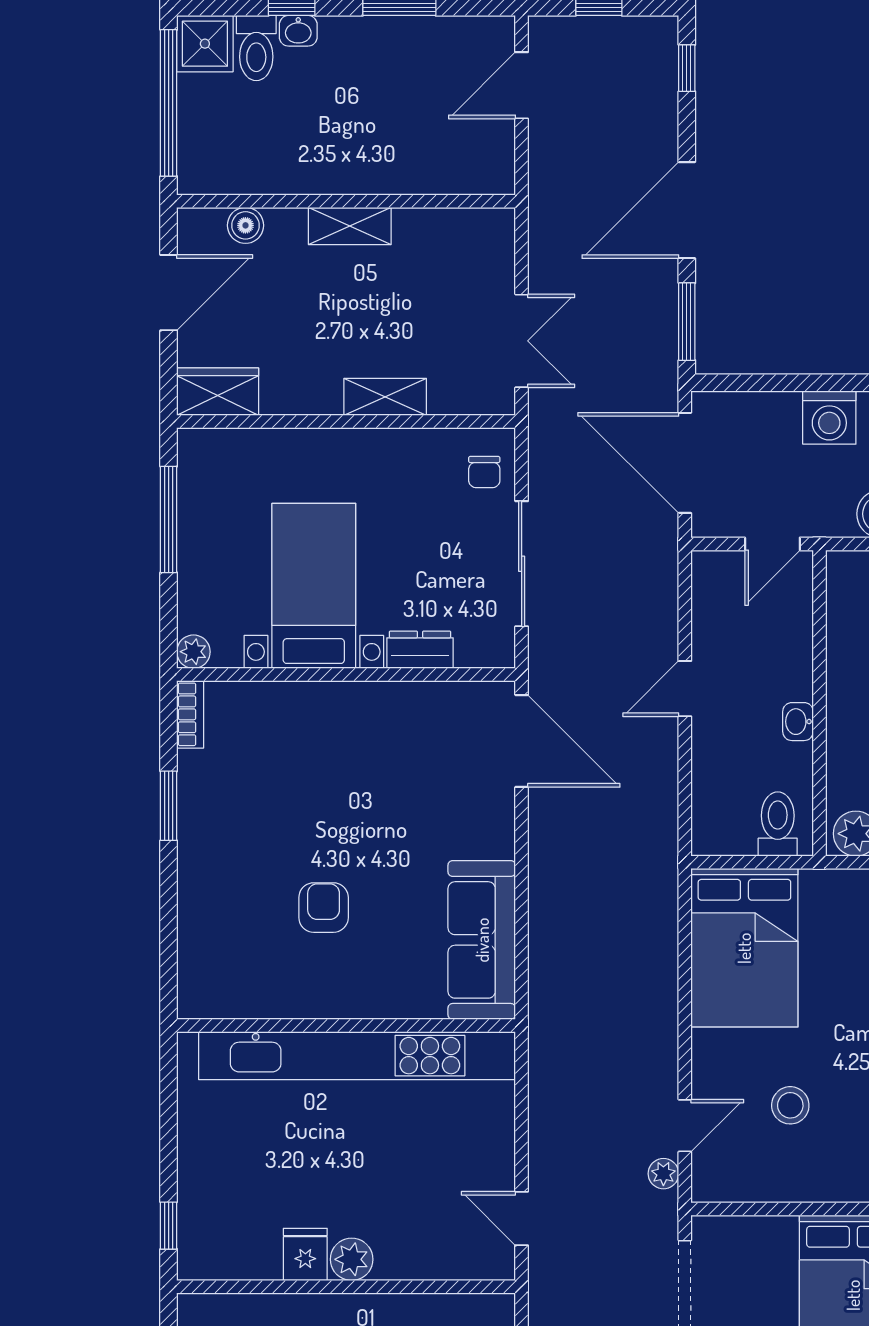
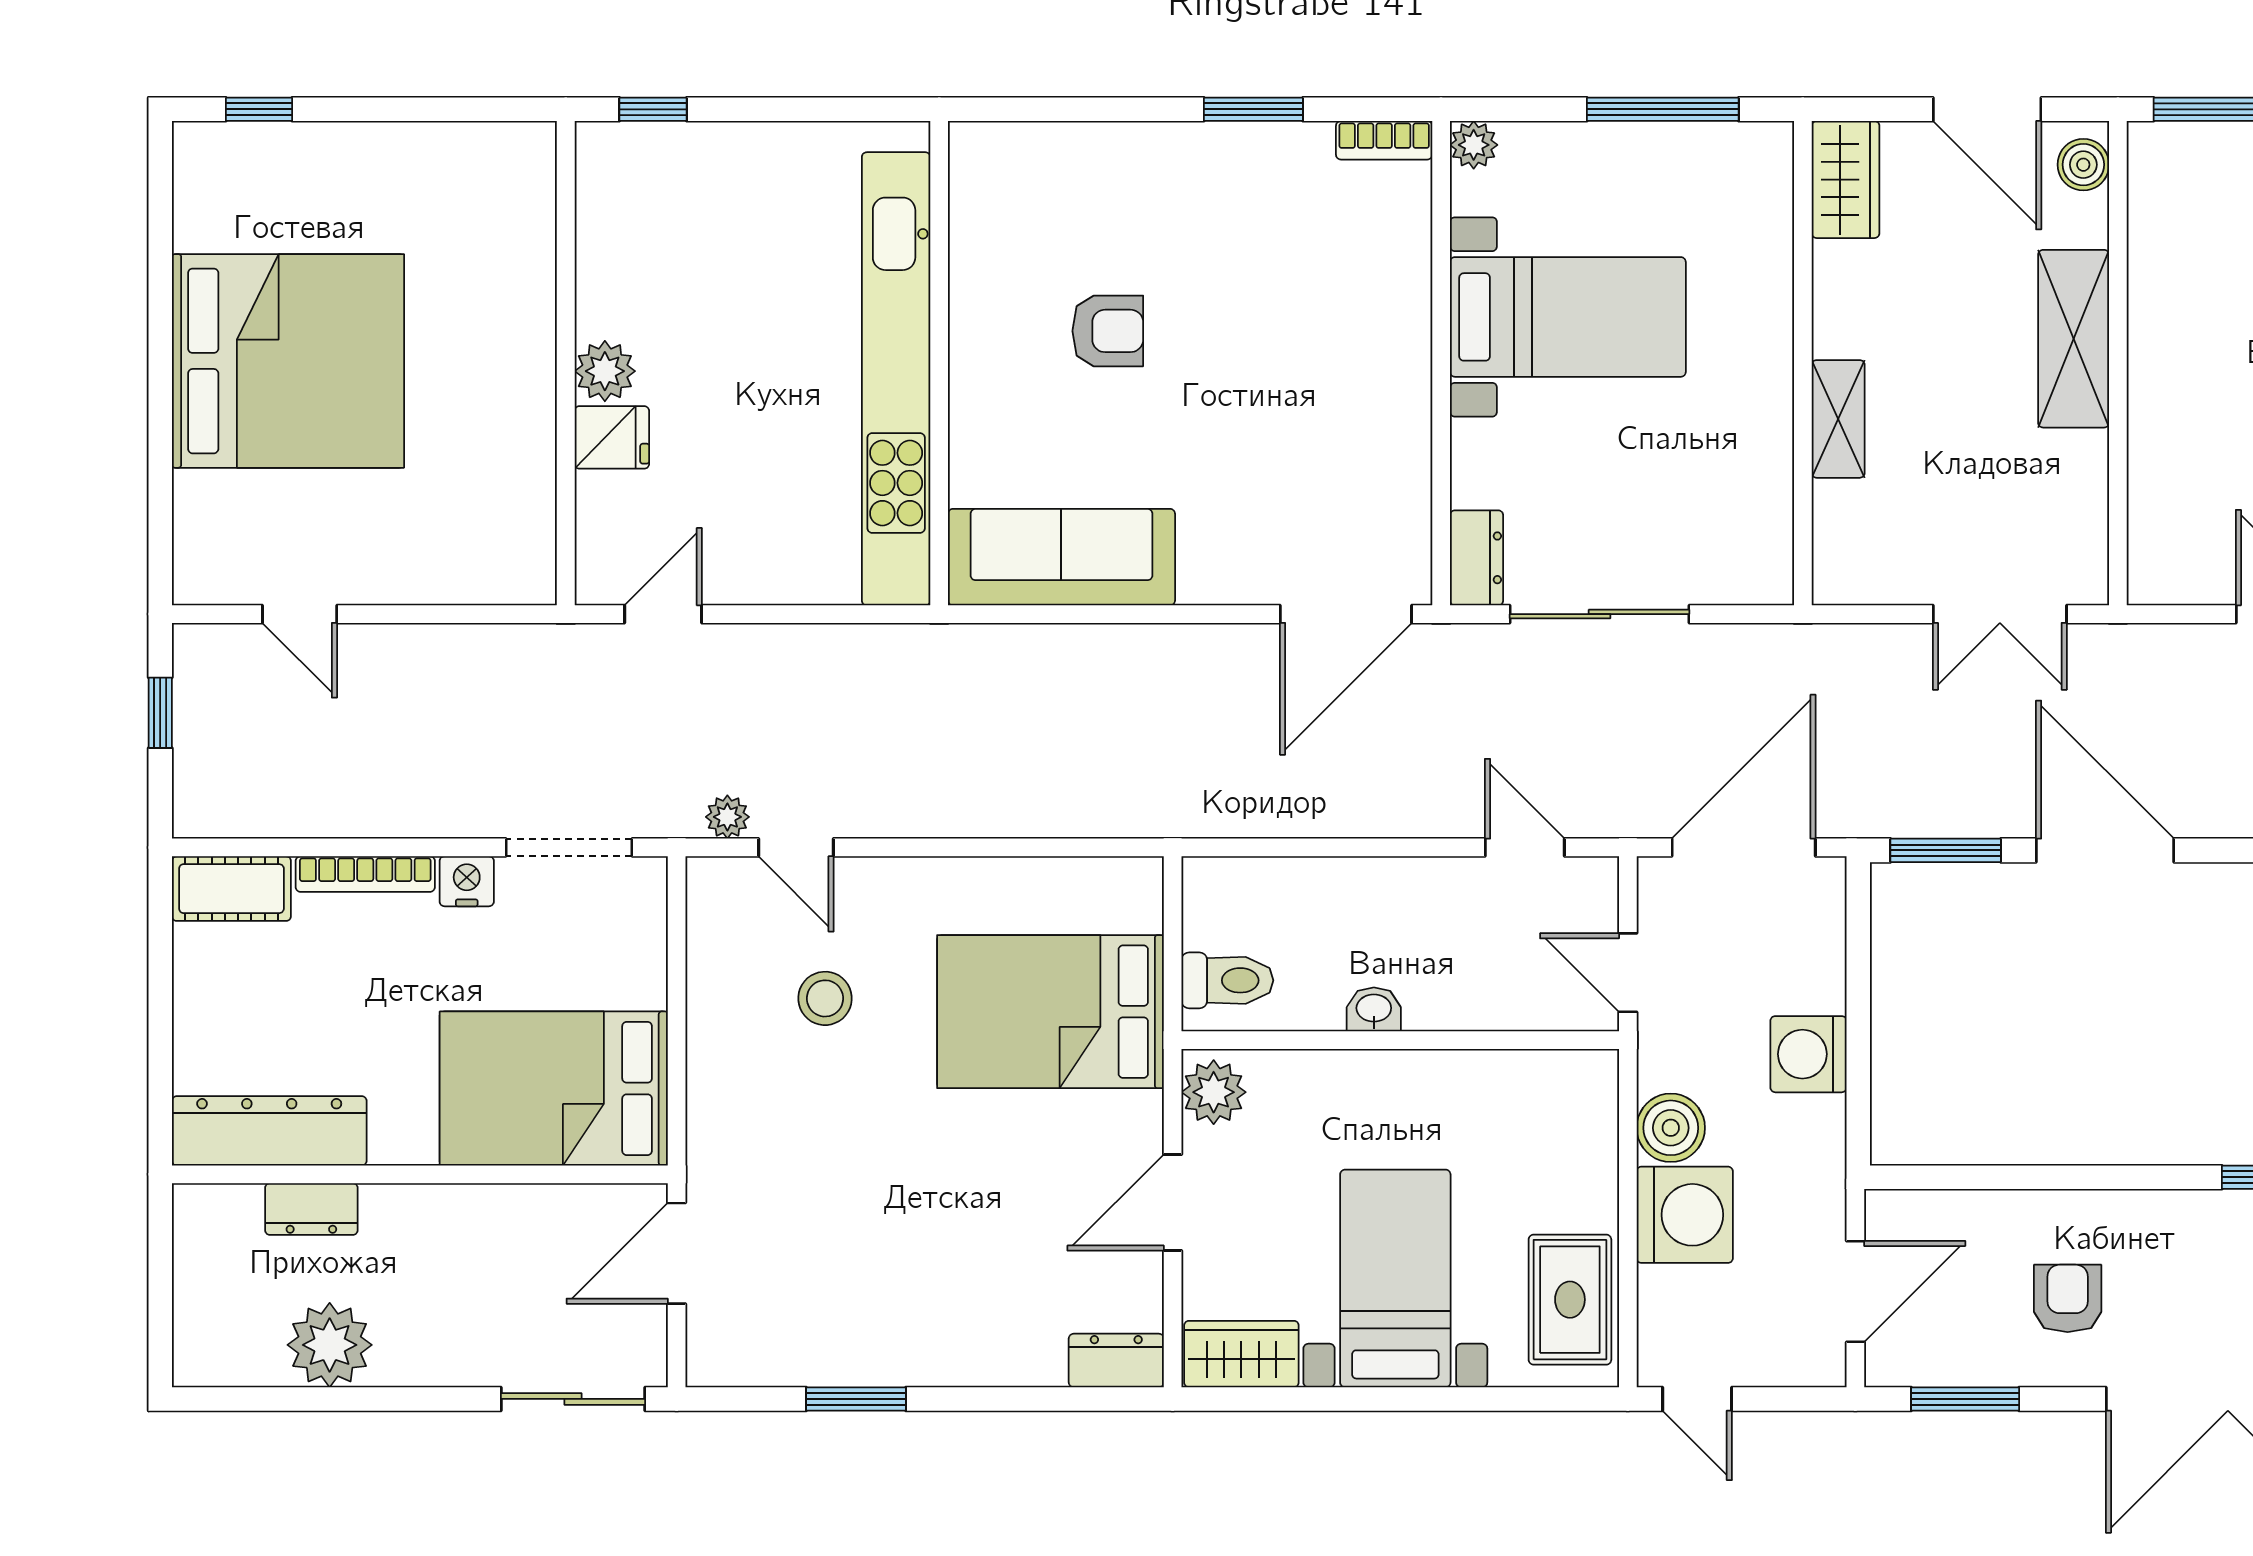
boiler: (245, 225) -> (2083, 165), moved
shelving: (350, 226) -> (2074, 339), width x1.50, depth x1.33
double door: (522, 341) -> (2000, 614), moved
chair: (484, 472) -> (1731, 561), removed
dresser: (420, 650) -> (1477, 558), moved
door: (685, 689) -> (1525, 847), moved
bed: (744, 948) -> (1050, 1012), moved
fridge: (305, 1254) -> (612, 437), moved

